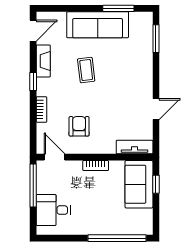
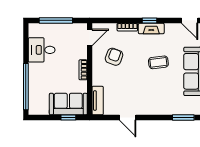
fireplace: (43, 61) -> (151, 28), moved
armchair: (79, 126) -> (114, 57), turned -70
window: (33, 186) -> (56, 20), moved
desk: (53, 210) -> (42, 50), moved, turned -90

